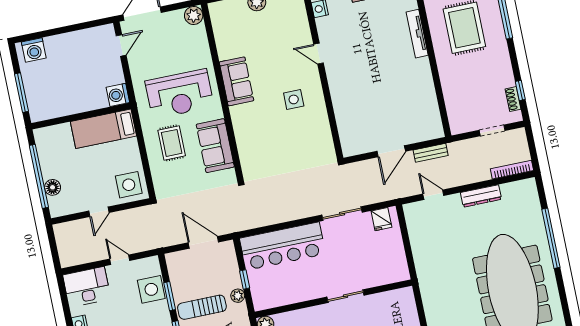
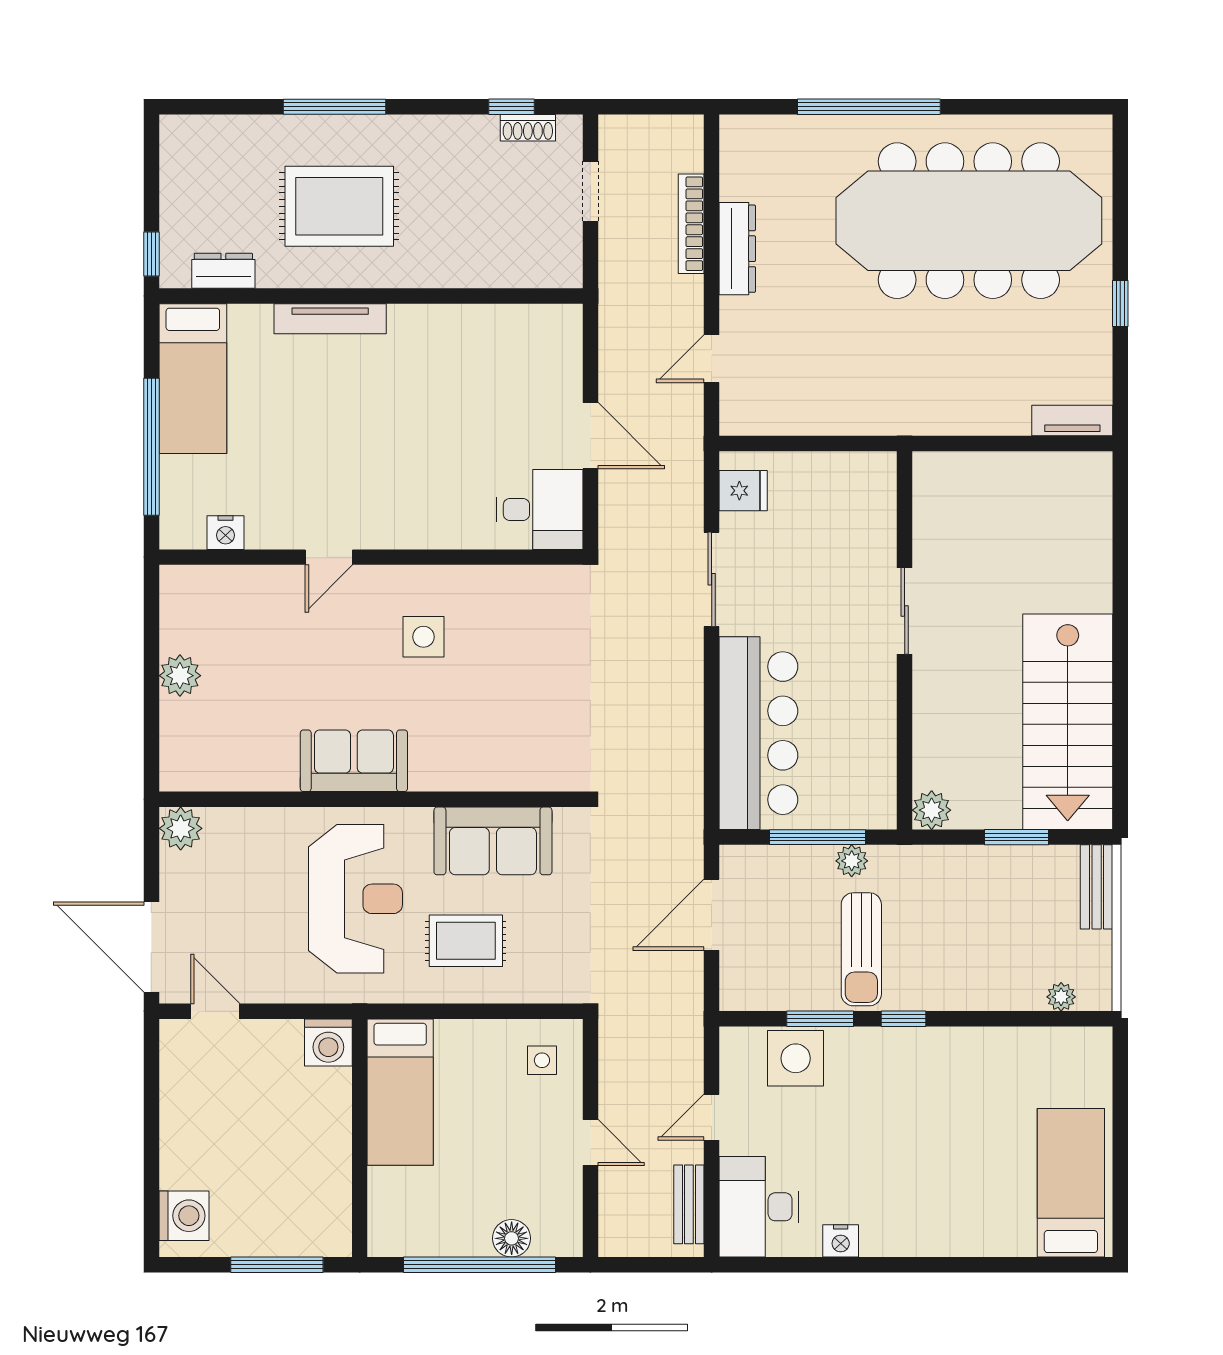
desk: (356, 137) -> (540, 509), added
bench: (431, 153) -> (689, 1204), moved
bookcase: (512, 170) -> (691, 224), moved
side table: (129, 185) -> (542, 1060), width x0.54, depth x0.54
window: (245, 279) -> (817, 837), width x2.17

